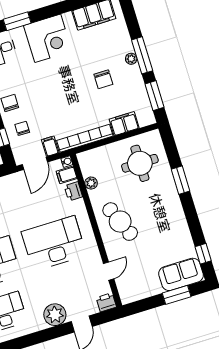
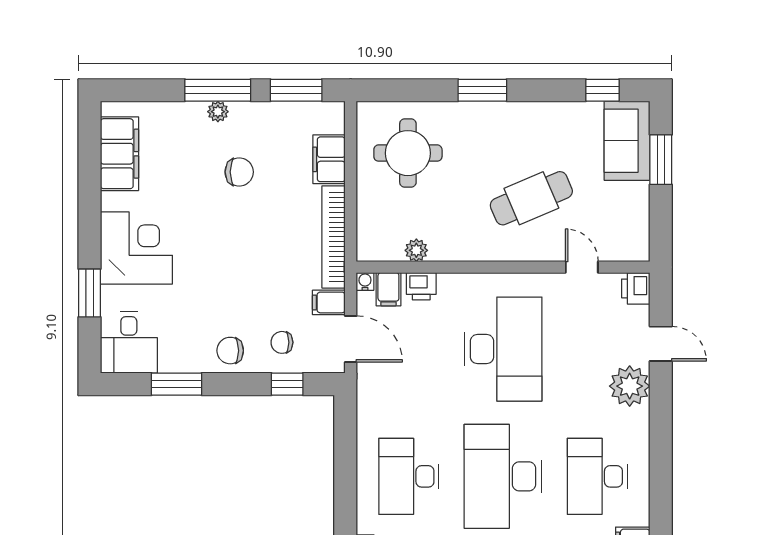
window: (181, 180) -> (482, 90), moved
cafe table: (120, 222) -> (531, 198), moved
desk: (54, 243) -> (503, 349), turned 180

